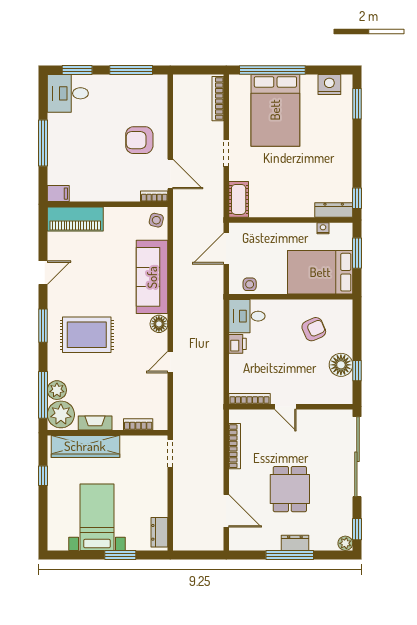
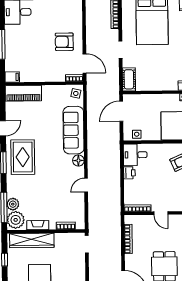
rug: (87, 335) -> (23, 157), moved, turned 90

